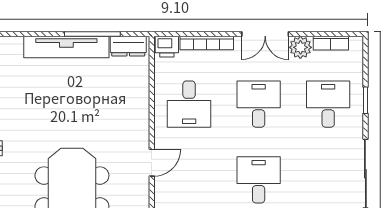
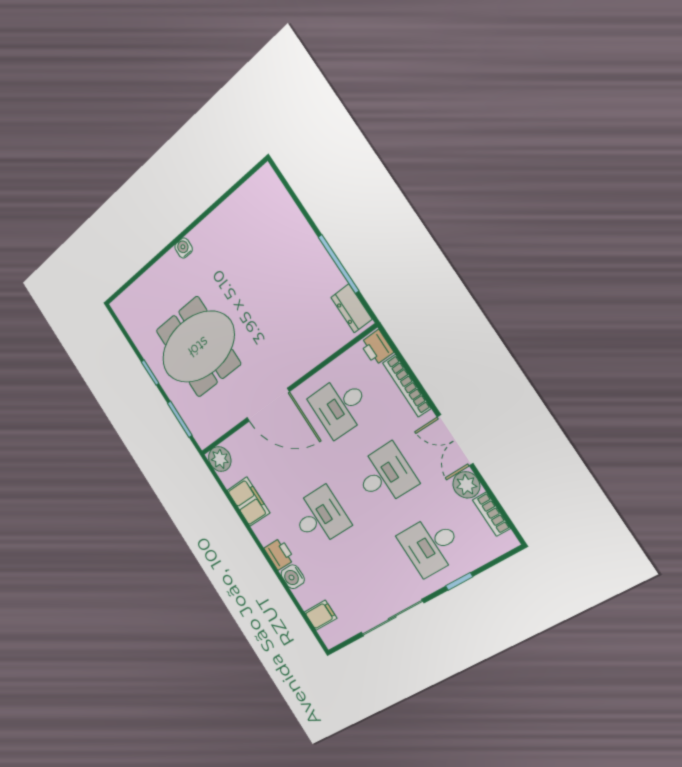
tv unit: (66, 47) -> (310, 247), removed
desk: (328, 104) -> (431, 545), turned 180
door: (152, 163) -> (268, 405), width x1.87

